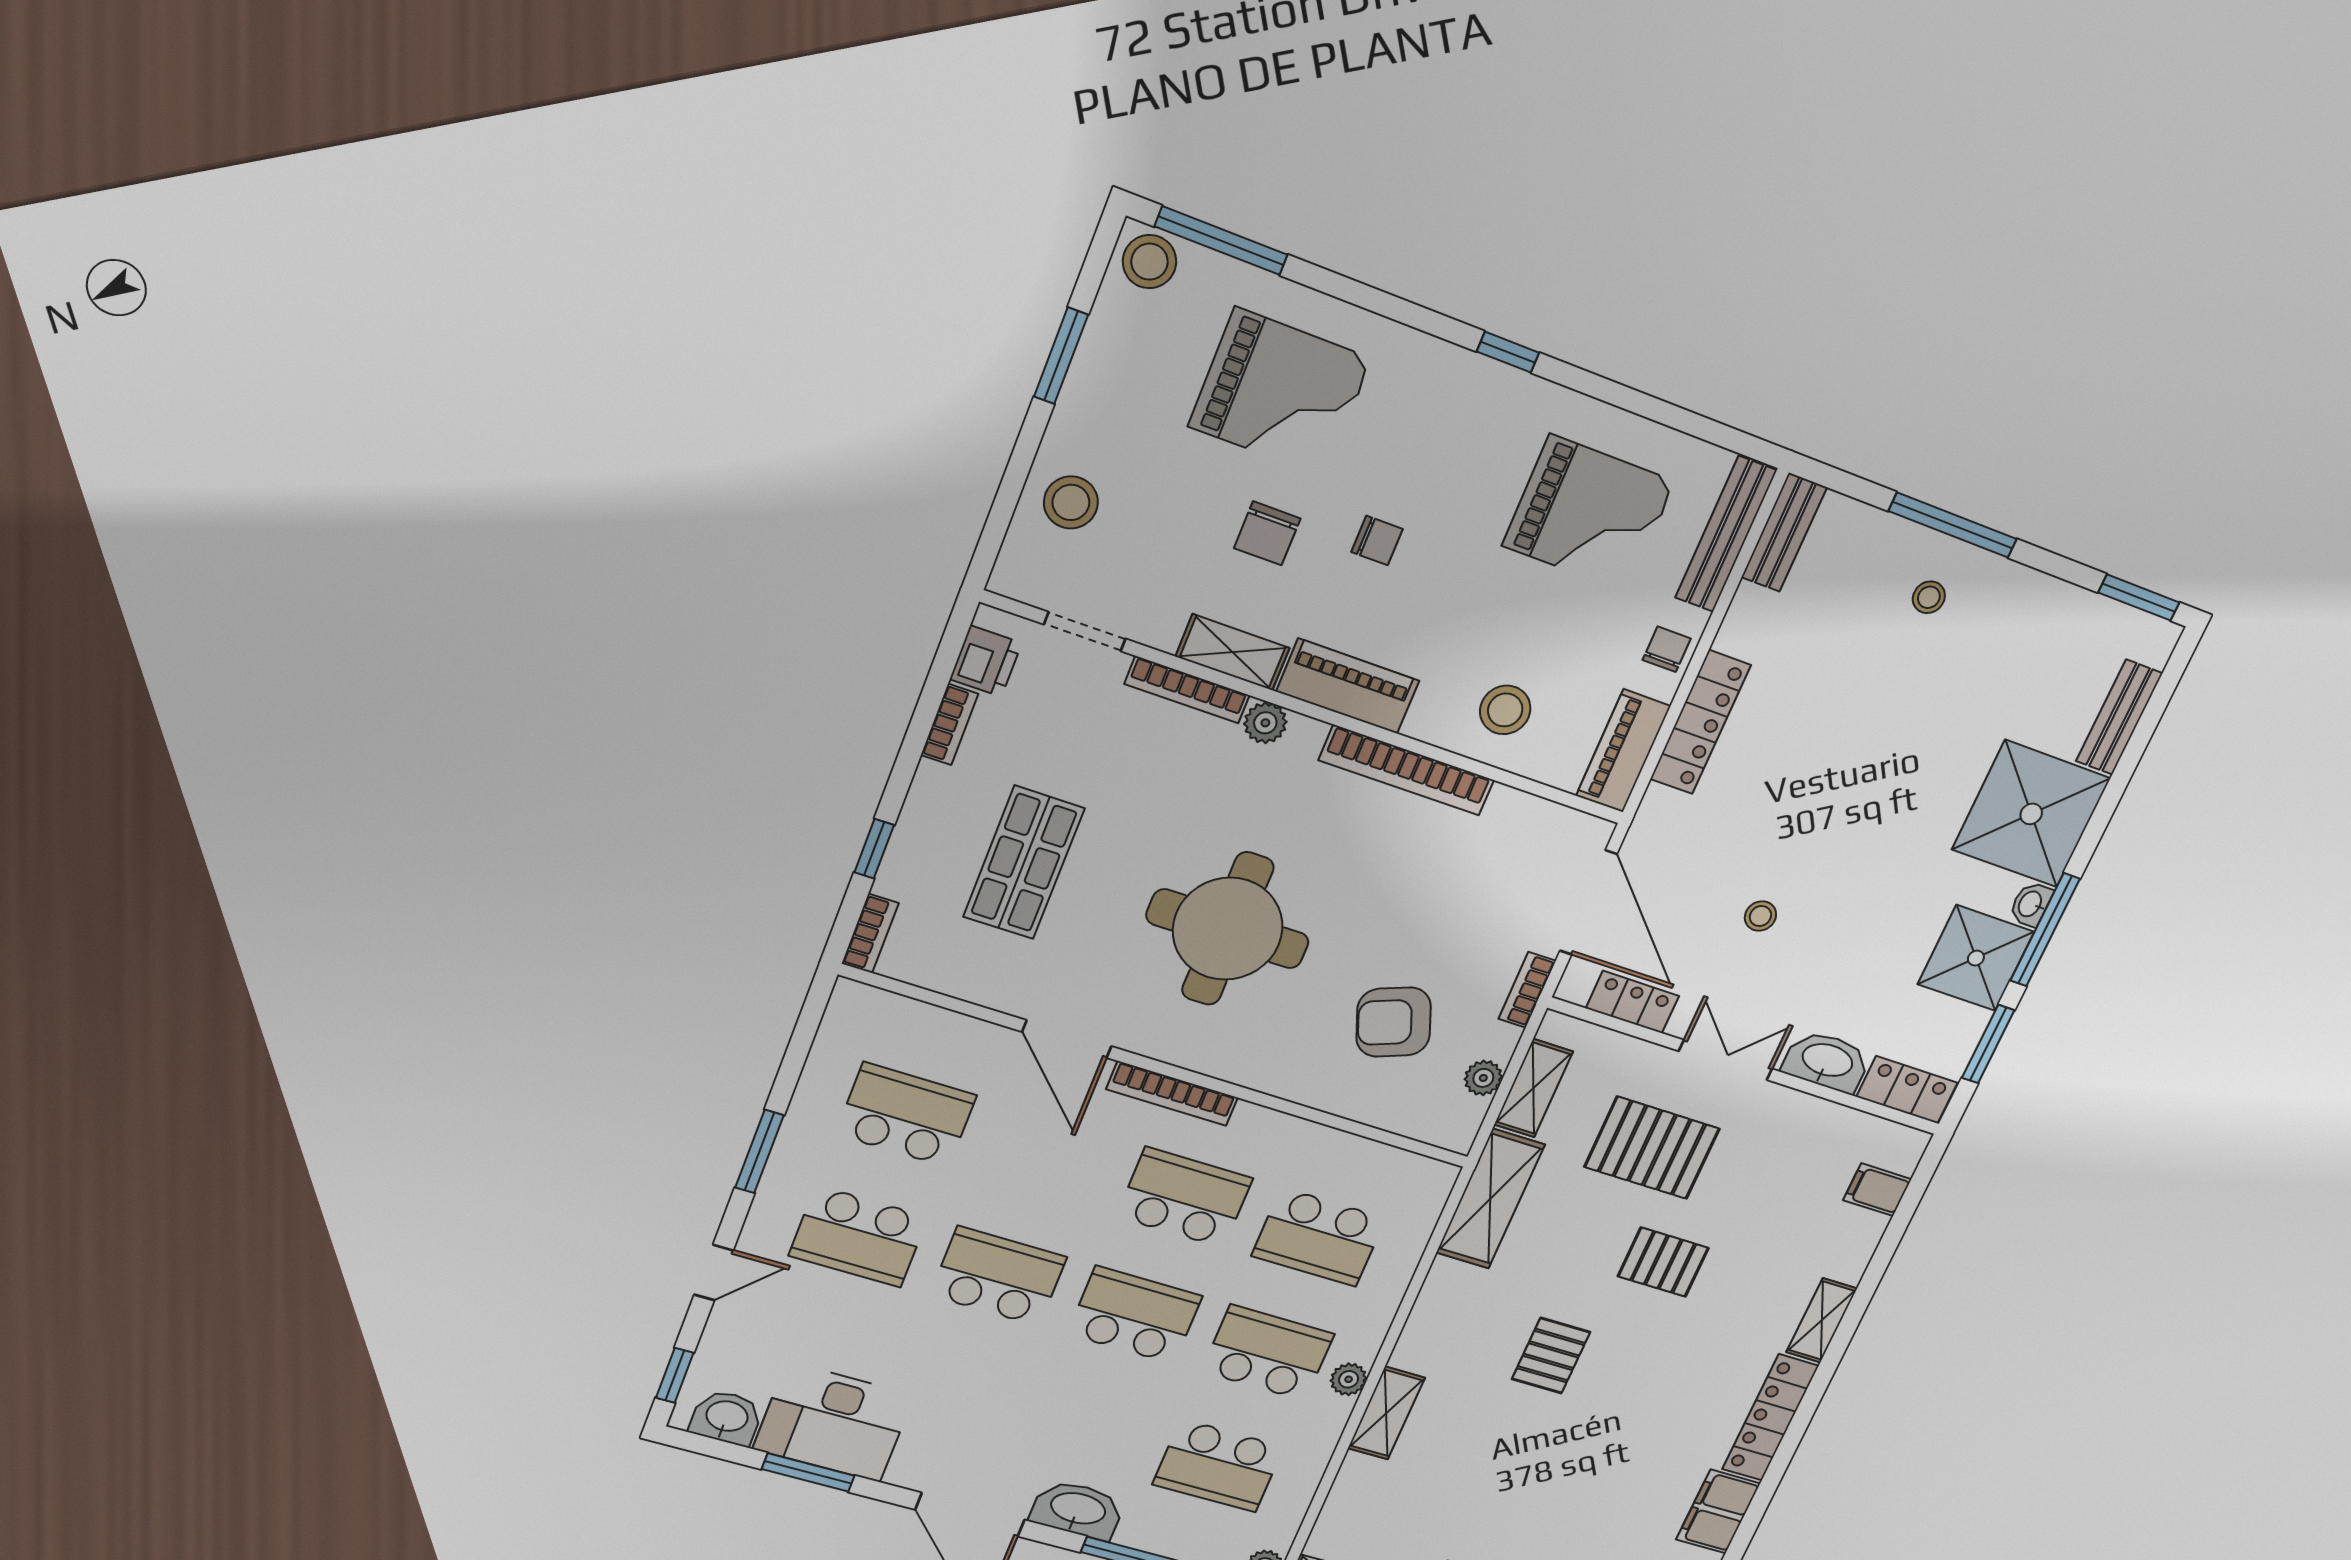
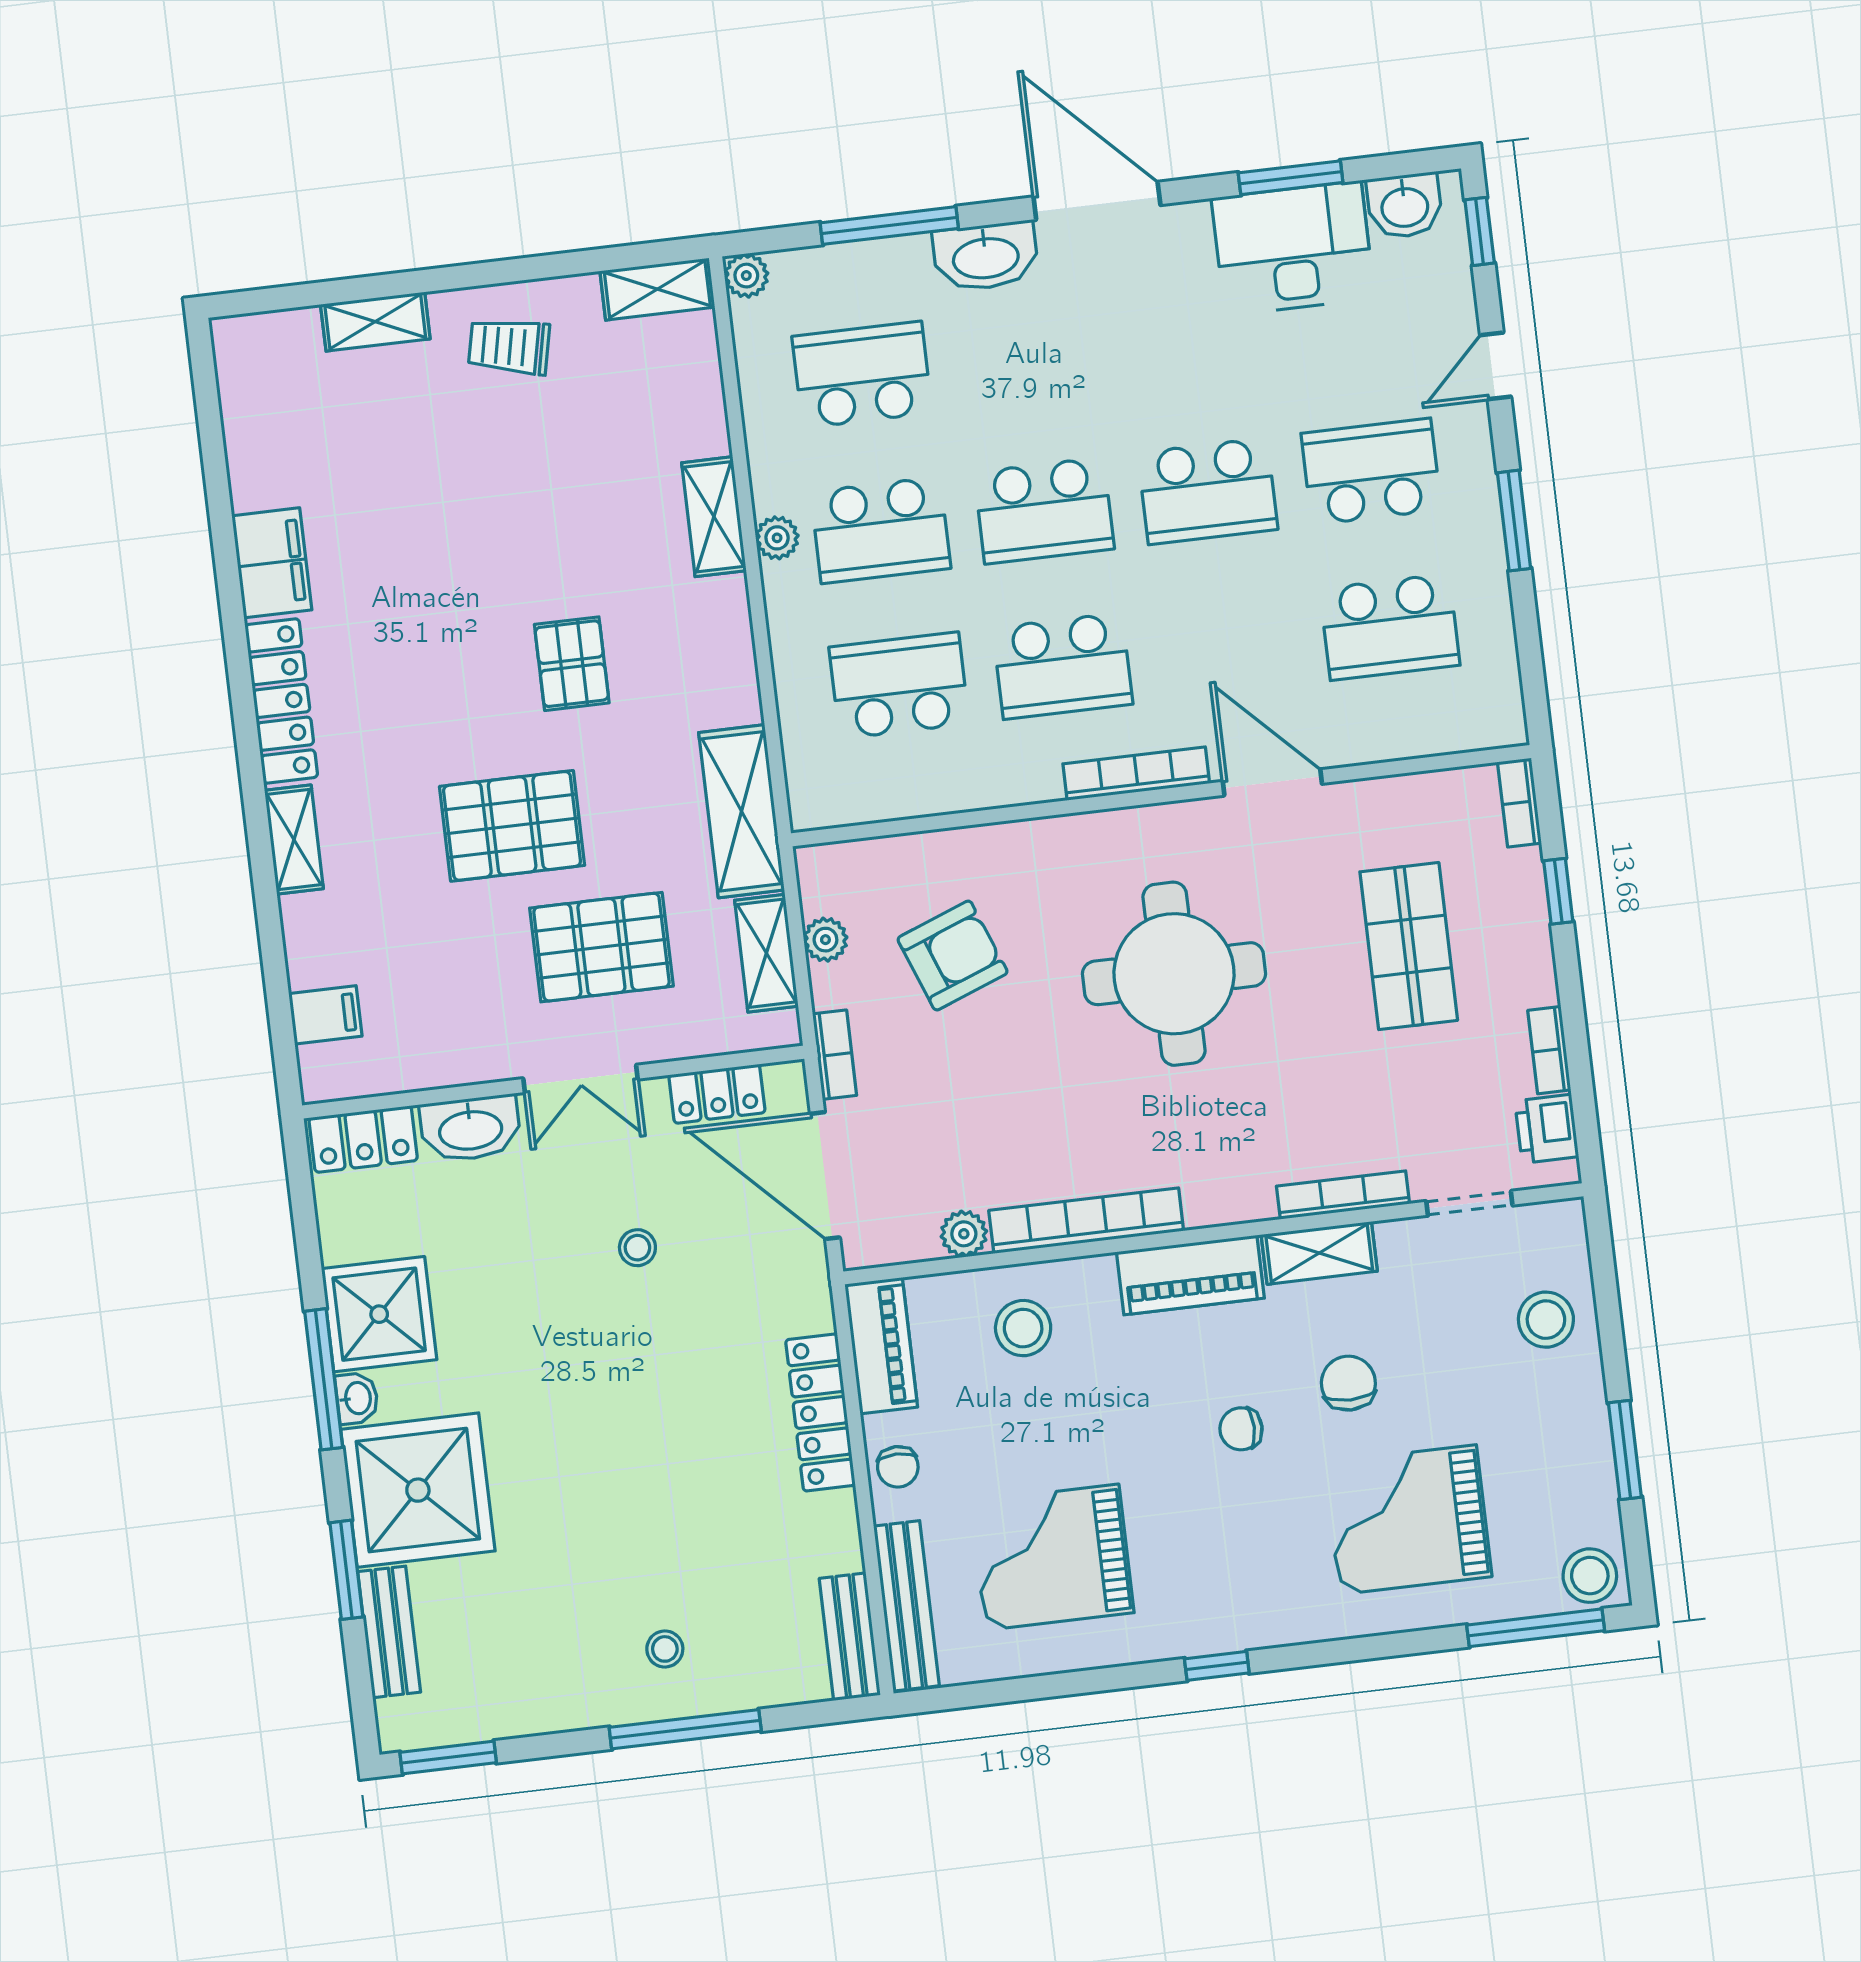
plant: (1265, 723) -> (964, 1234), moved
window: (1988, 1044) -> (346, 1570), moved
pallet: (1663, 1262) -> (512, 826), width x1.50, depth x1.42

